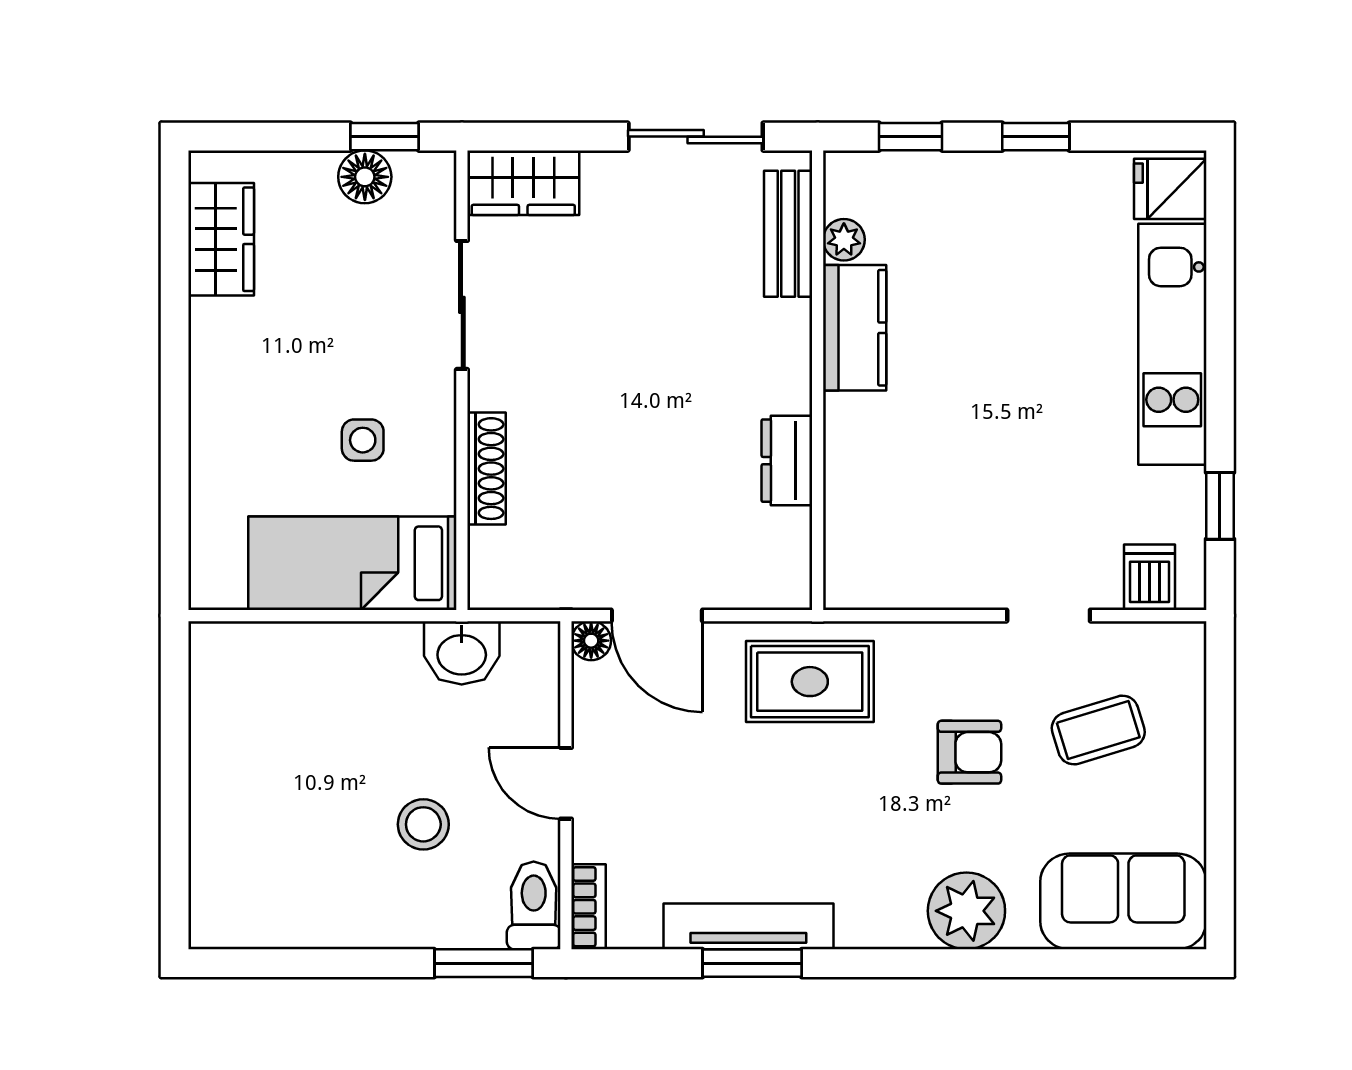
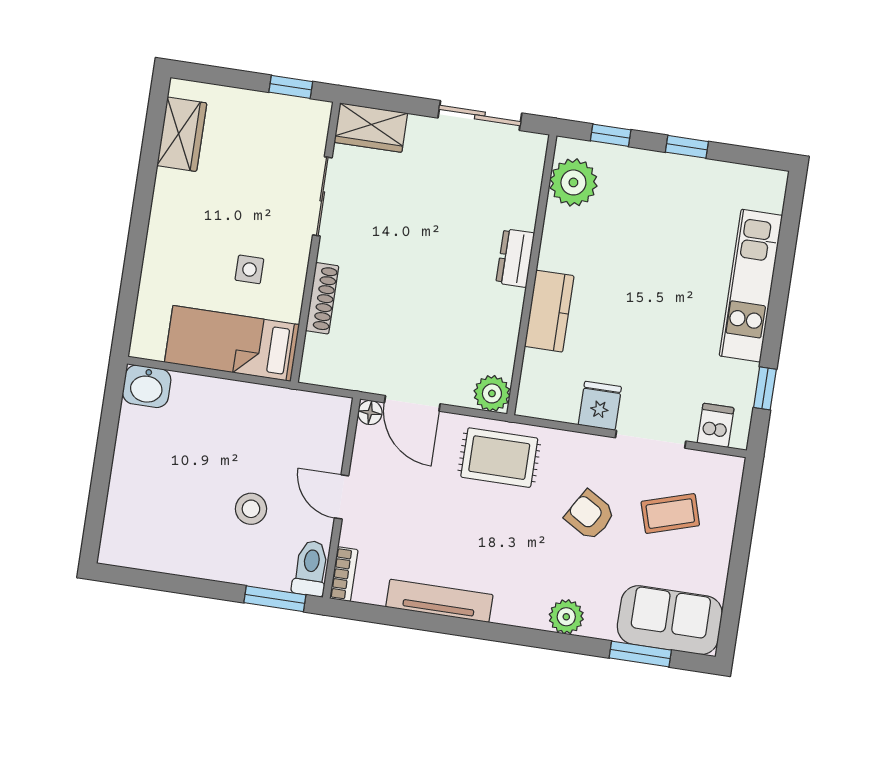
floor lamp: (365, 177) -> (275, 109), removed
fridge: (1170, 189) -> (600, 406), moved, turned 90
bench: (788, 234) -> (527, 183), removed
plant: (844, 240) -> (573, 182), width x1.87, depth x1.87
kitchen counter: (855, 328) -> (549, 311), moved
dresser: (787, 461) -> (515, 258), moved
plant: (783, 580) -> (492, 393), added
doorway: (1049, 616) -> (651, 439), width x1.38
washbasin: (462, 653) -> (147, 386), moved
armchair: (969, 752) -> (590, 515), turned -149
plant: (966, 911) -> (566, 617), width x0.73, depth x0.73
window: (752, 963) -> (640, 654), moved

